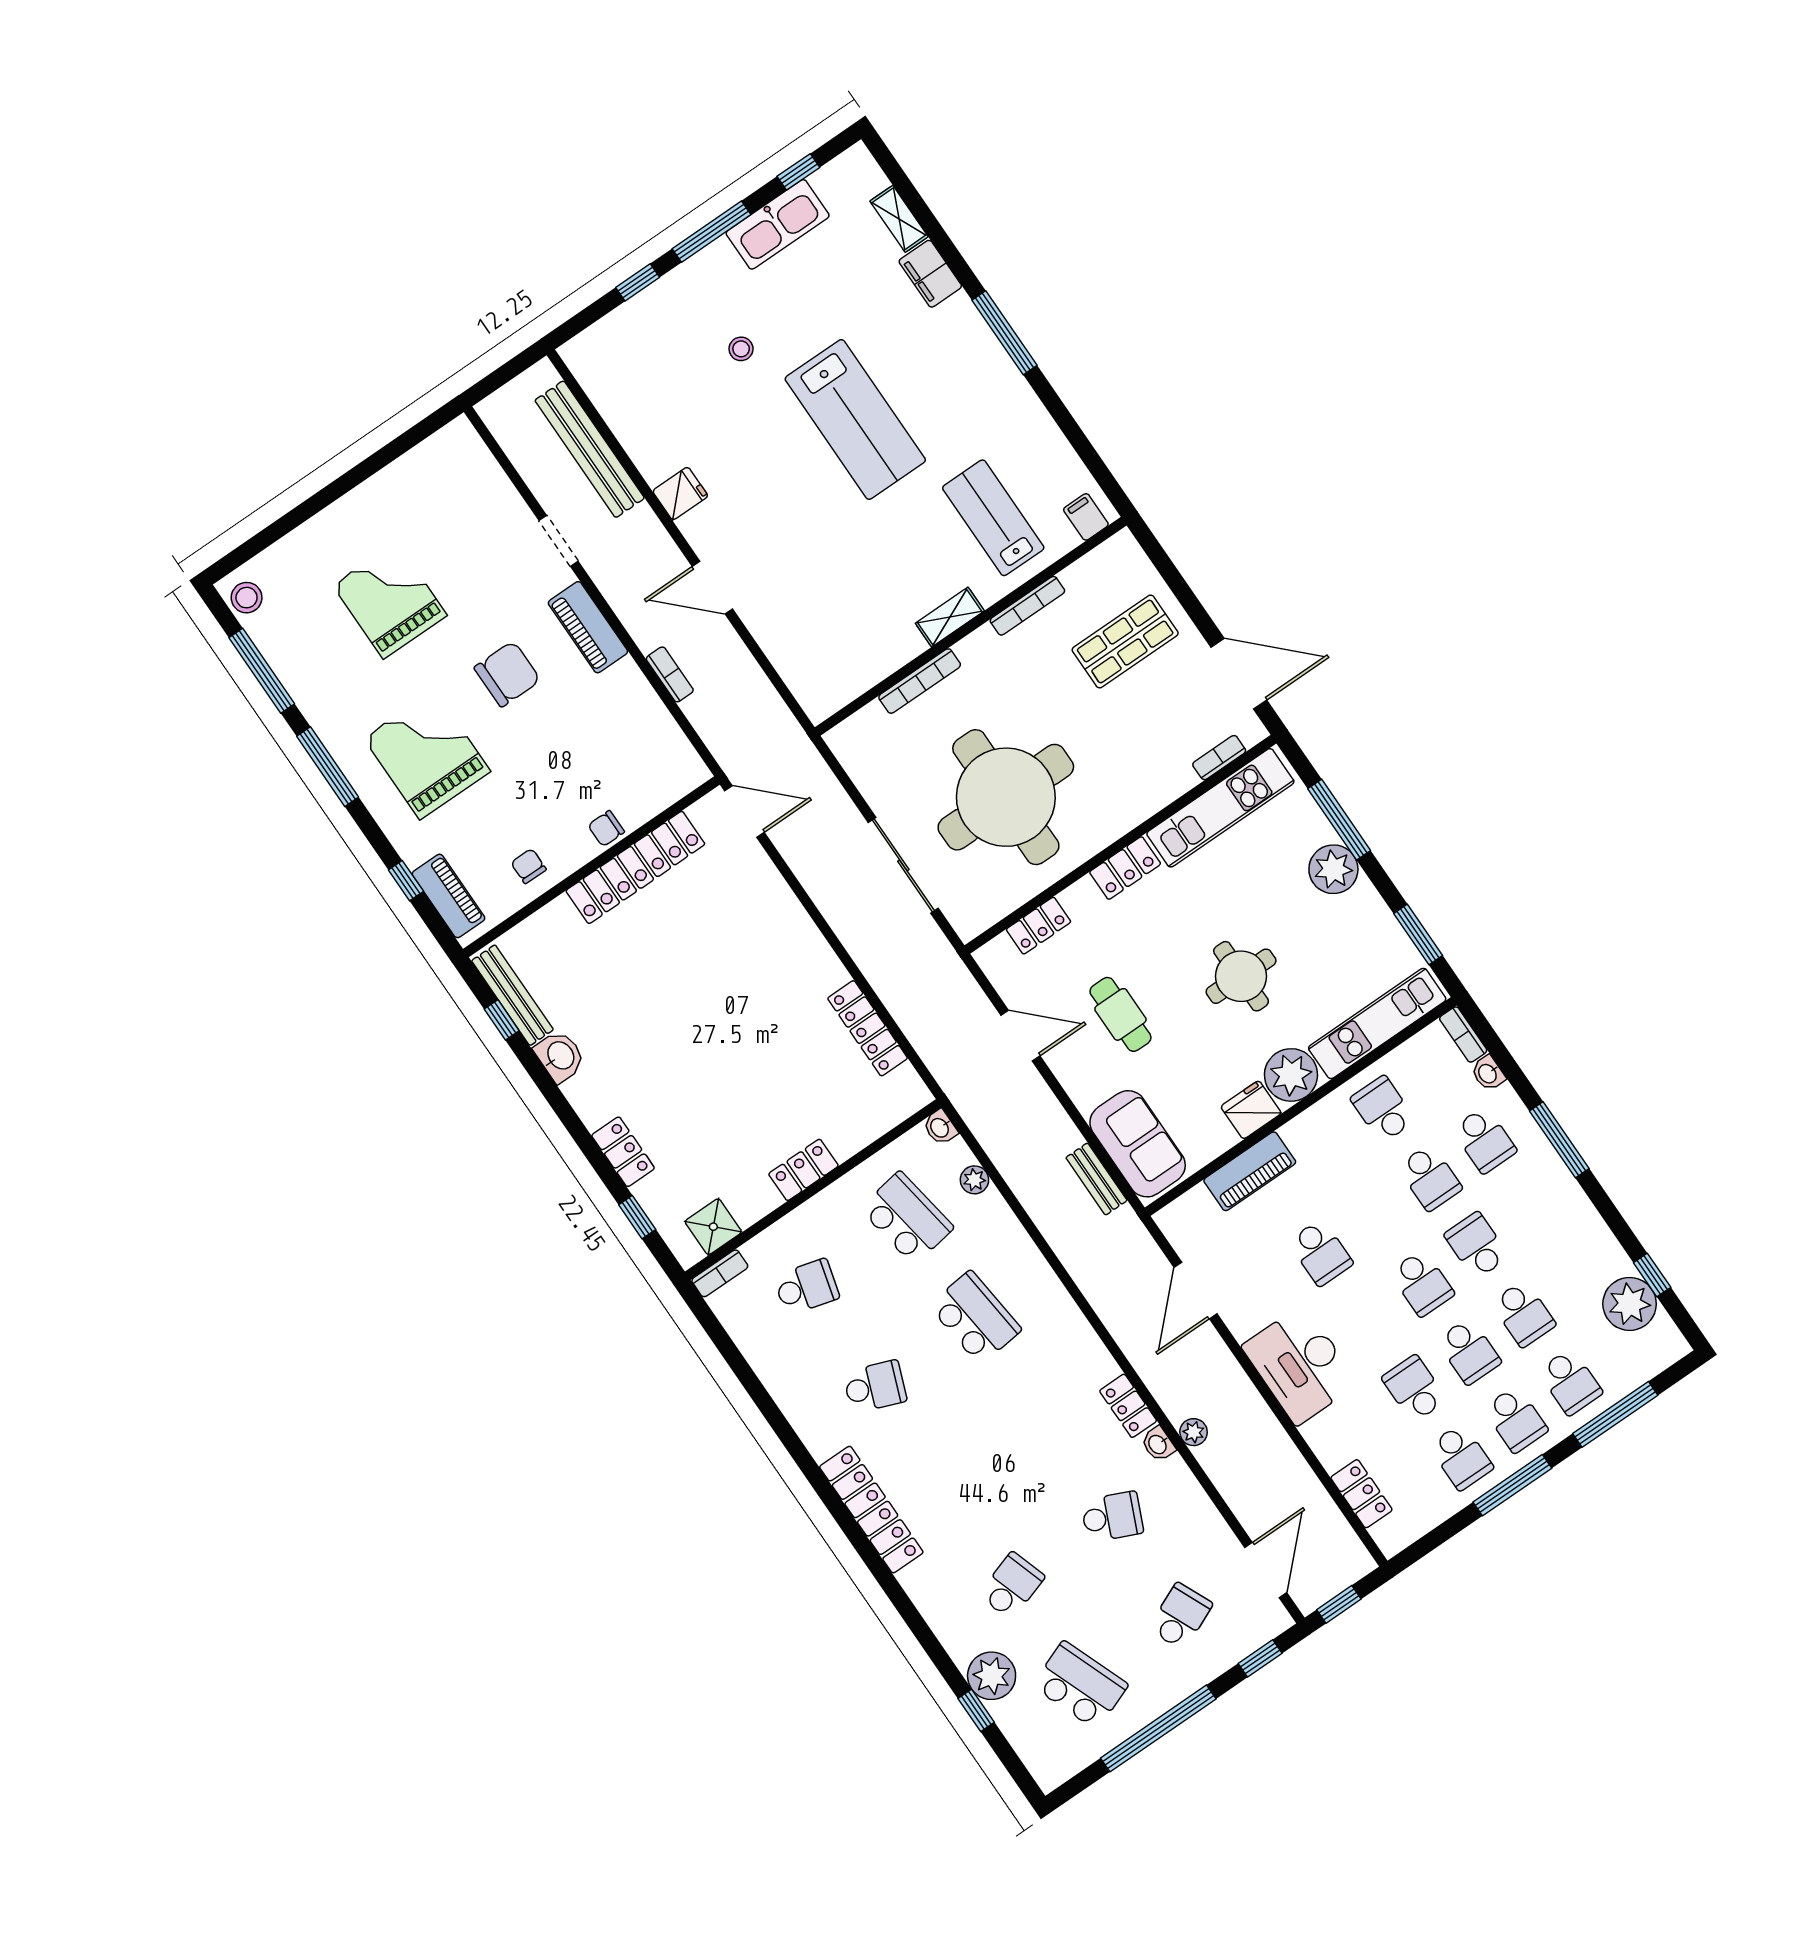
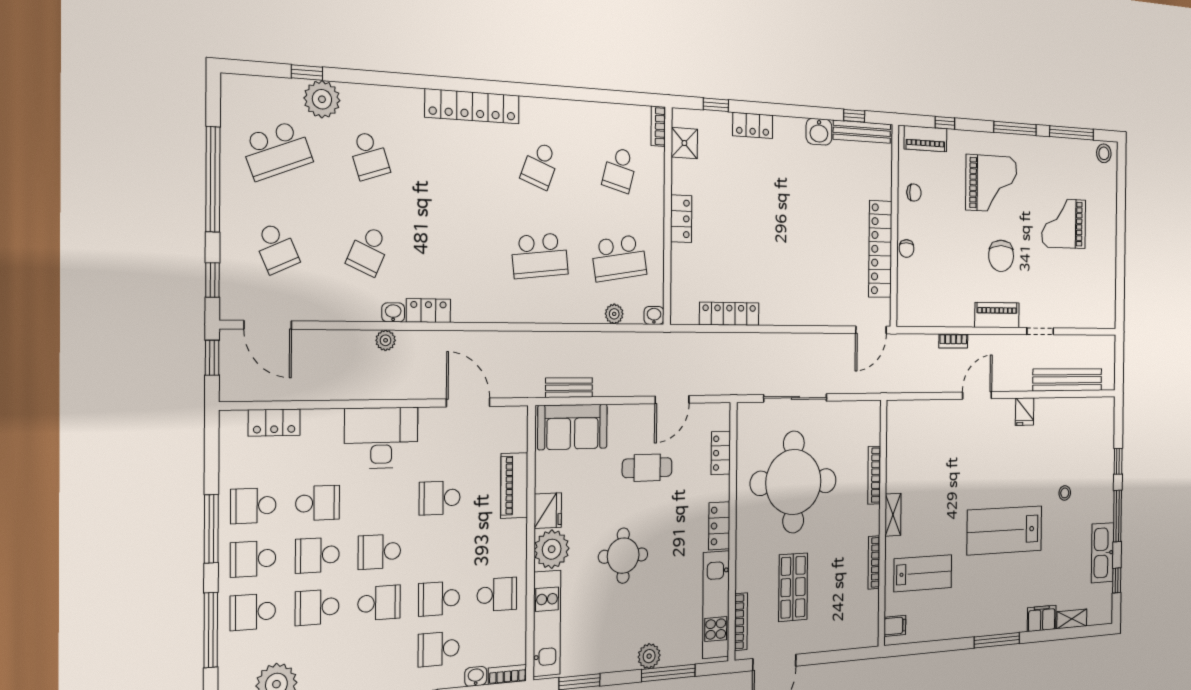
grand piano: (390, 600) -> (1064, 223), turned 180
shop shelf: (1125, 642) -> (793, 587), moved
bookcase: (1219, 758) -> (741, 622), width x1.56
chair: (606, 829) -> (907, 248), turned 180
plant: (1333, 869) -> (649, 656), width x0.73, depth x0.73

